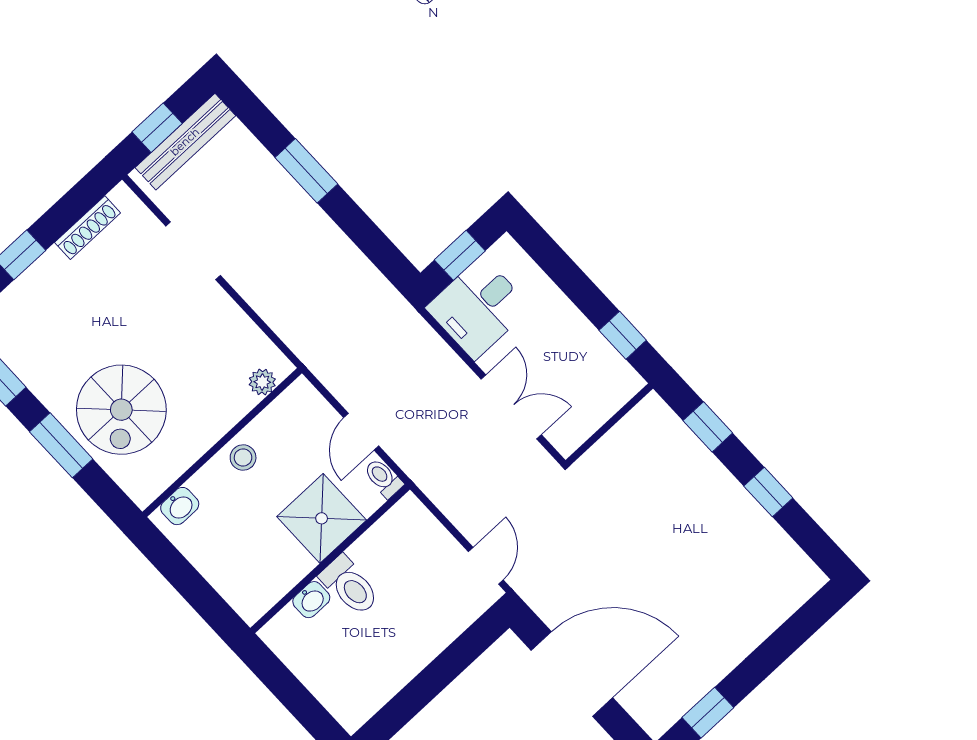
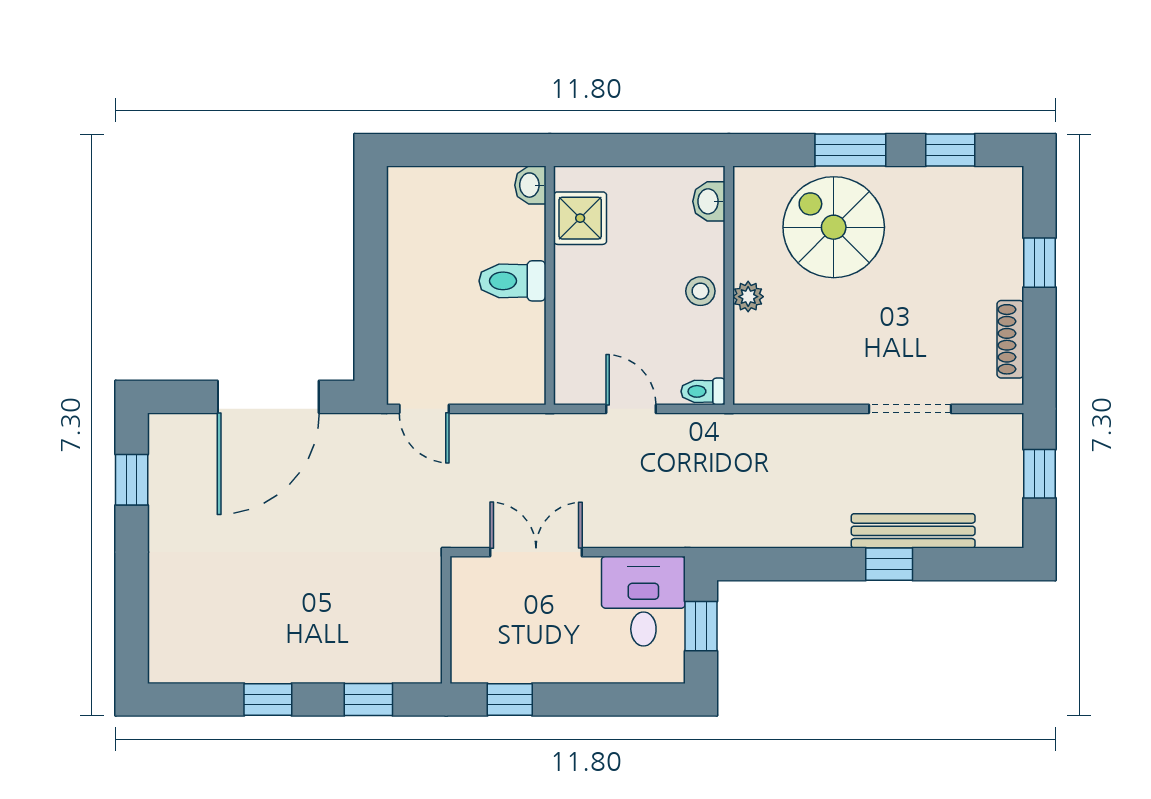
bench: (185, 142) -> (913, 531), moved, turned 90
window: (306, 171) -> (889, 564), width x0.67
plant: (262, 382) -> (748, 297), moved
double door: (511, 407) -> (536, 552), swing flipped
toilet: (383, 478) -> (703, 391), moved, turned 180
shower: (322, 518) -> (580, 218), moved, width x0.73, depth x0.73
washbasin: (311, 600) -> (530, 185), moved

